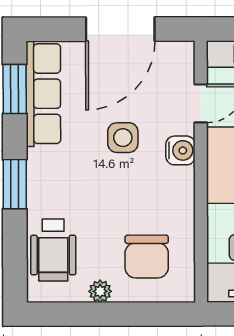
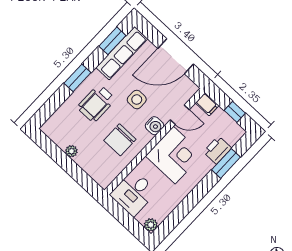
wheelchair: (53, 250) -> (96, 103), moved
chair: (147, 257) -> (120, 140), moved

